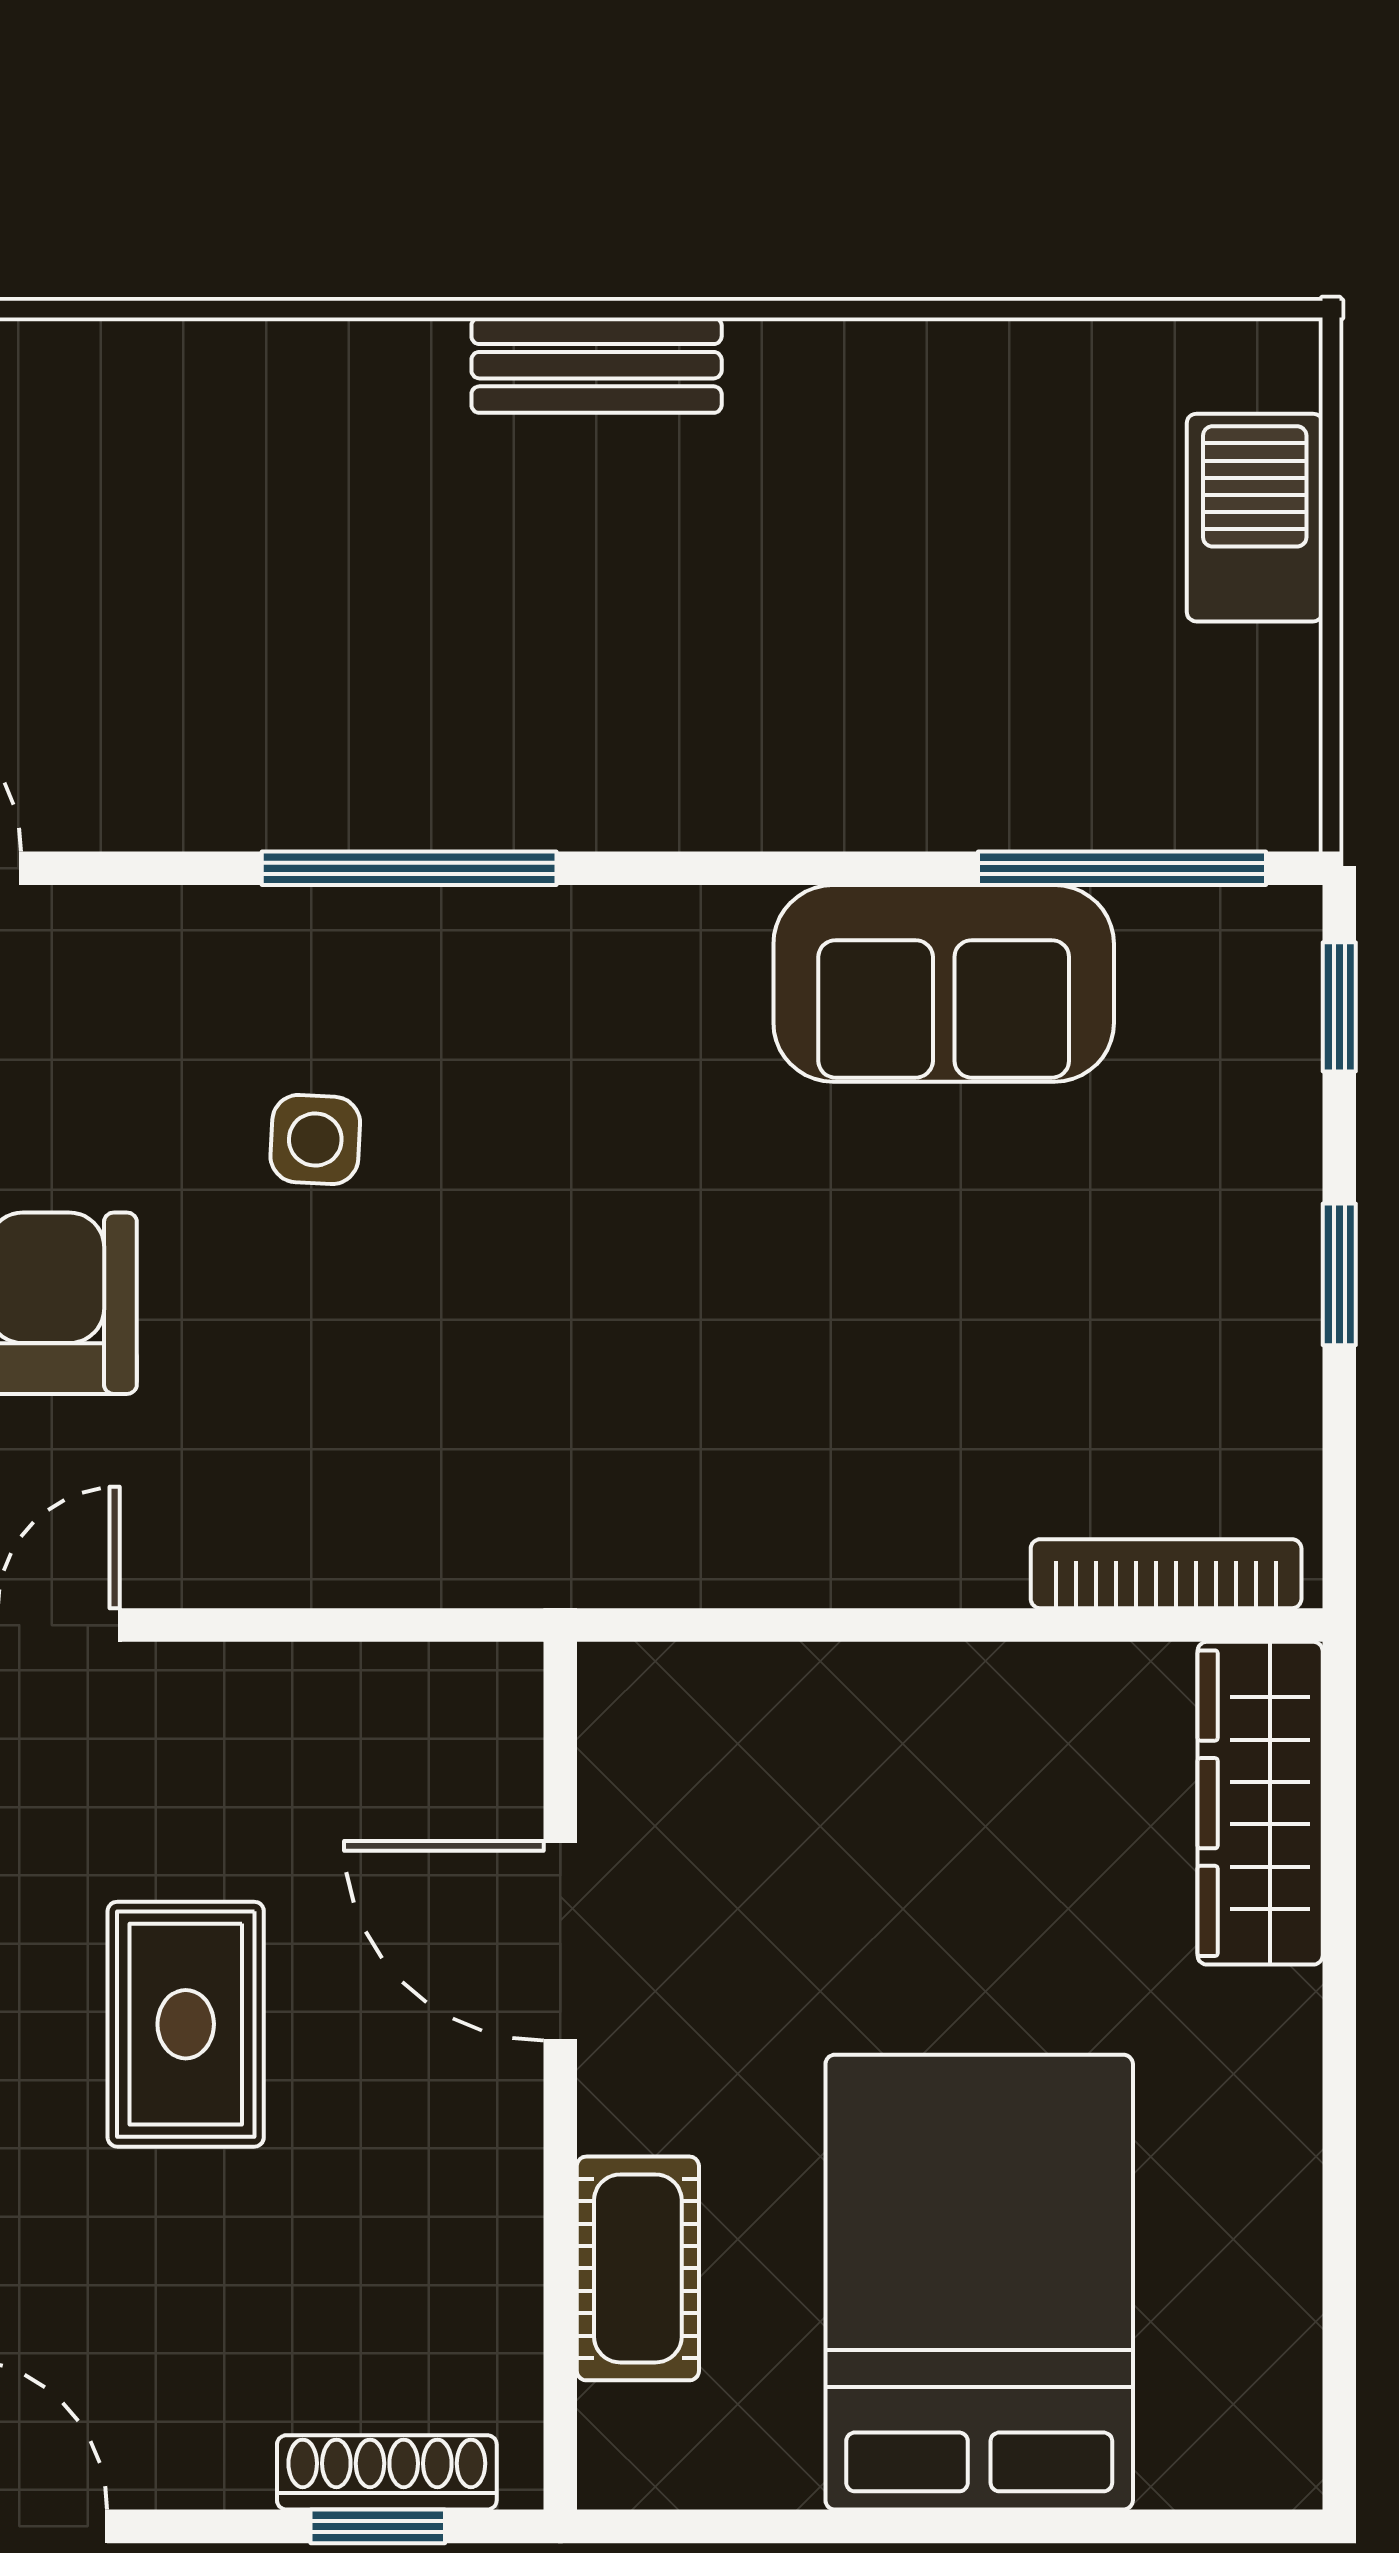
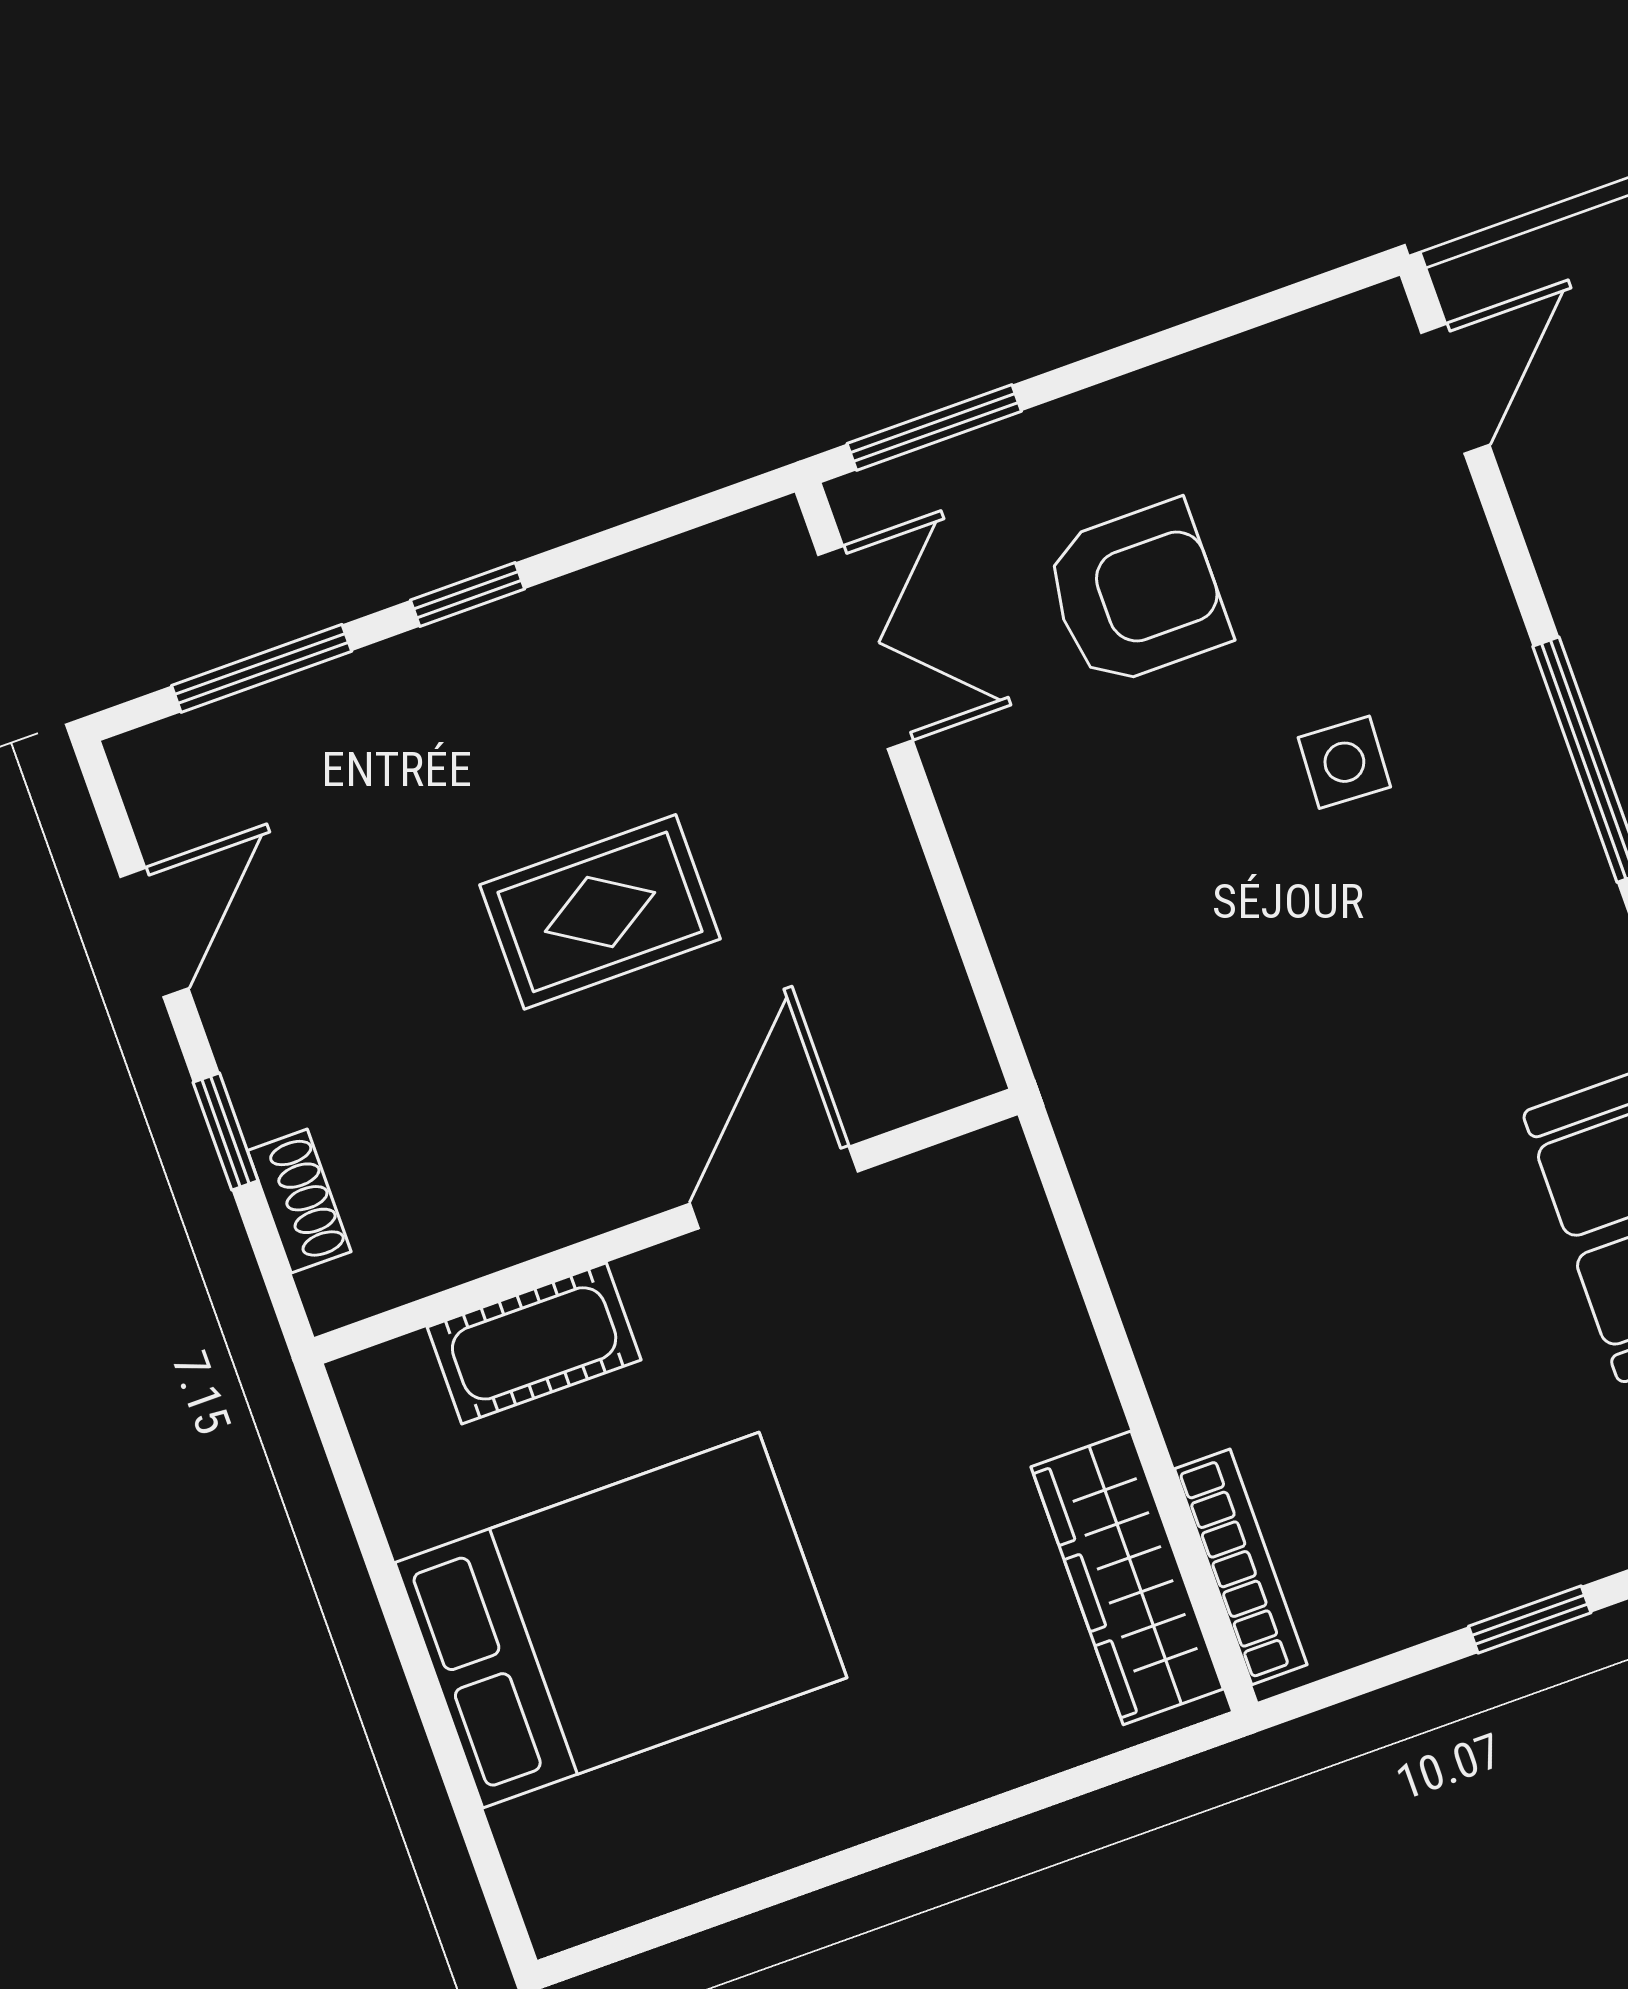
wardrobe: (1260, 1803) -> (1127, 1578), moved, turned -90
shoe rack: (387, 2472) -> (299, 1201), width x0.70
window: (378, 2526) -> (226, 1132), moved

